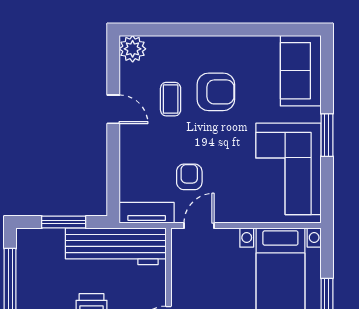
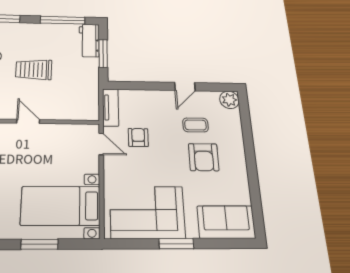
armchair: (189, 177) -> (138, 137), turned -90
workbench: (116, 246) -> (89, 40), moved, width x0.53, depth x0.76

